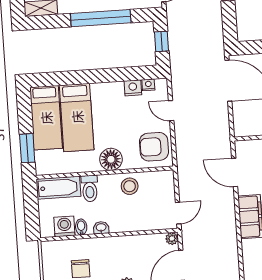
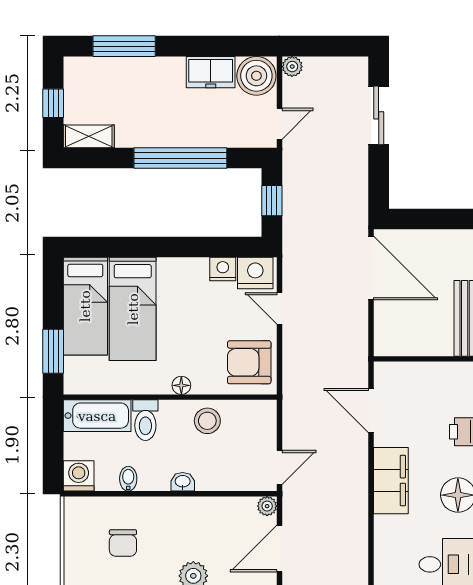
nightstand: (148, 85) -> (255, 273), width x1.89, depth x1.79
floor lamp: (111, 159) -> (181, 385), width x0.53, depth x0.53
washing machine: (64, 226) -> (79, 476), moved
washbasin: (101, 228) -> (183, 482), moved

